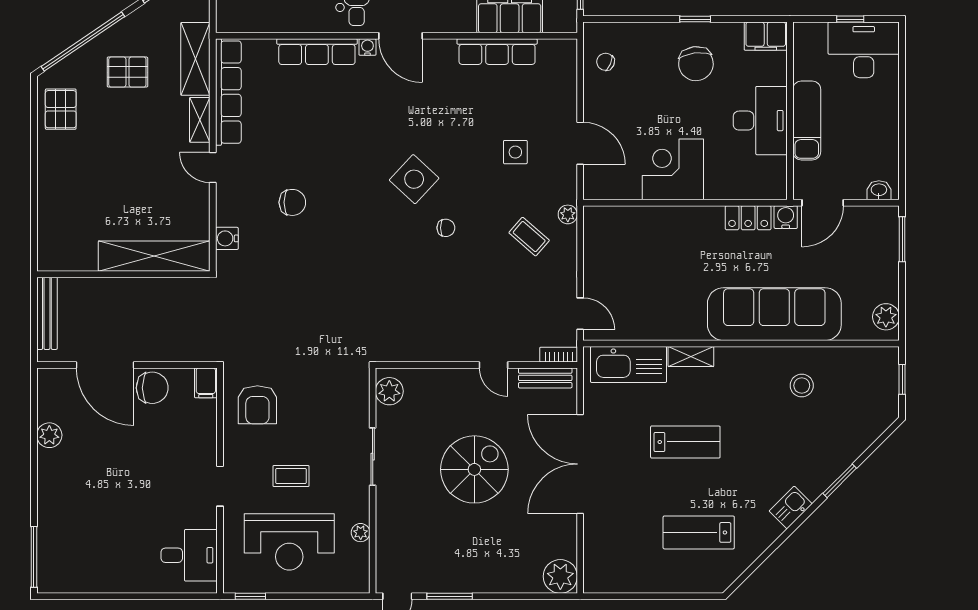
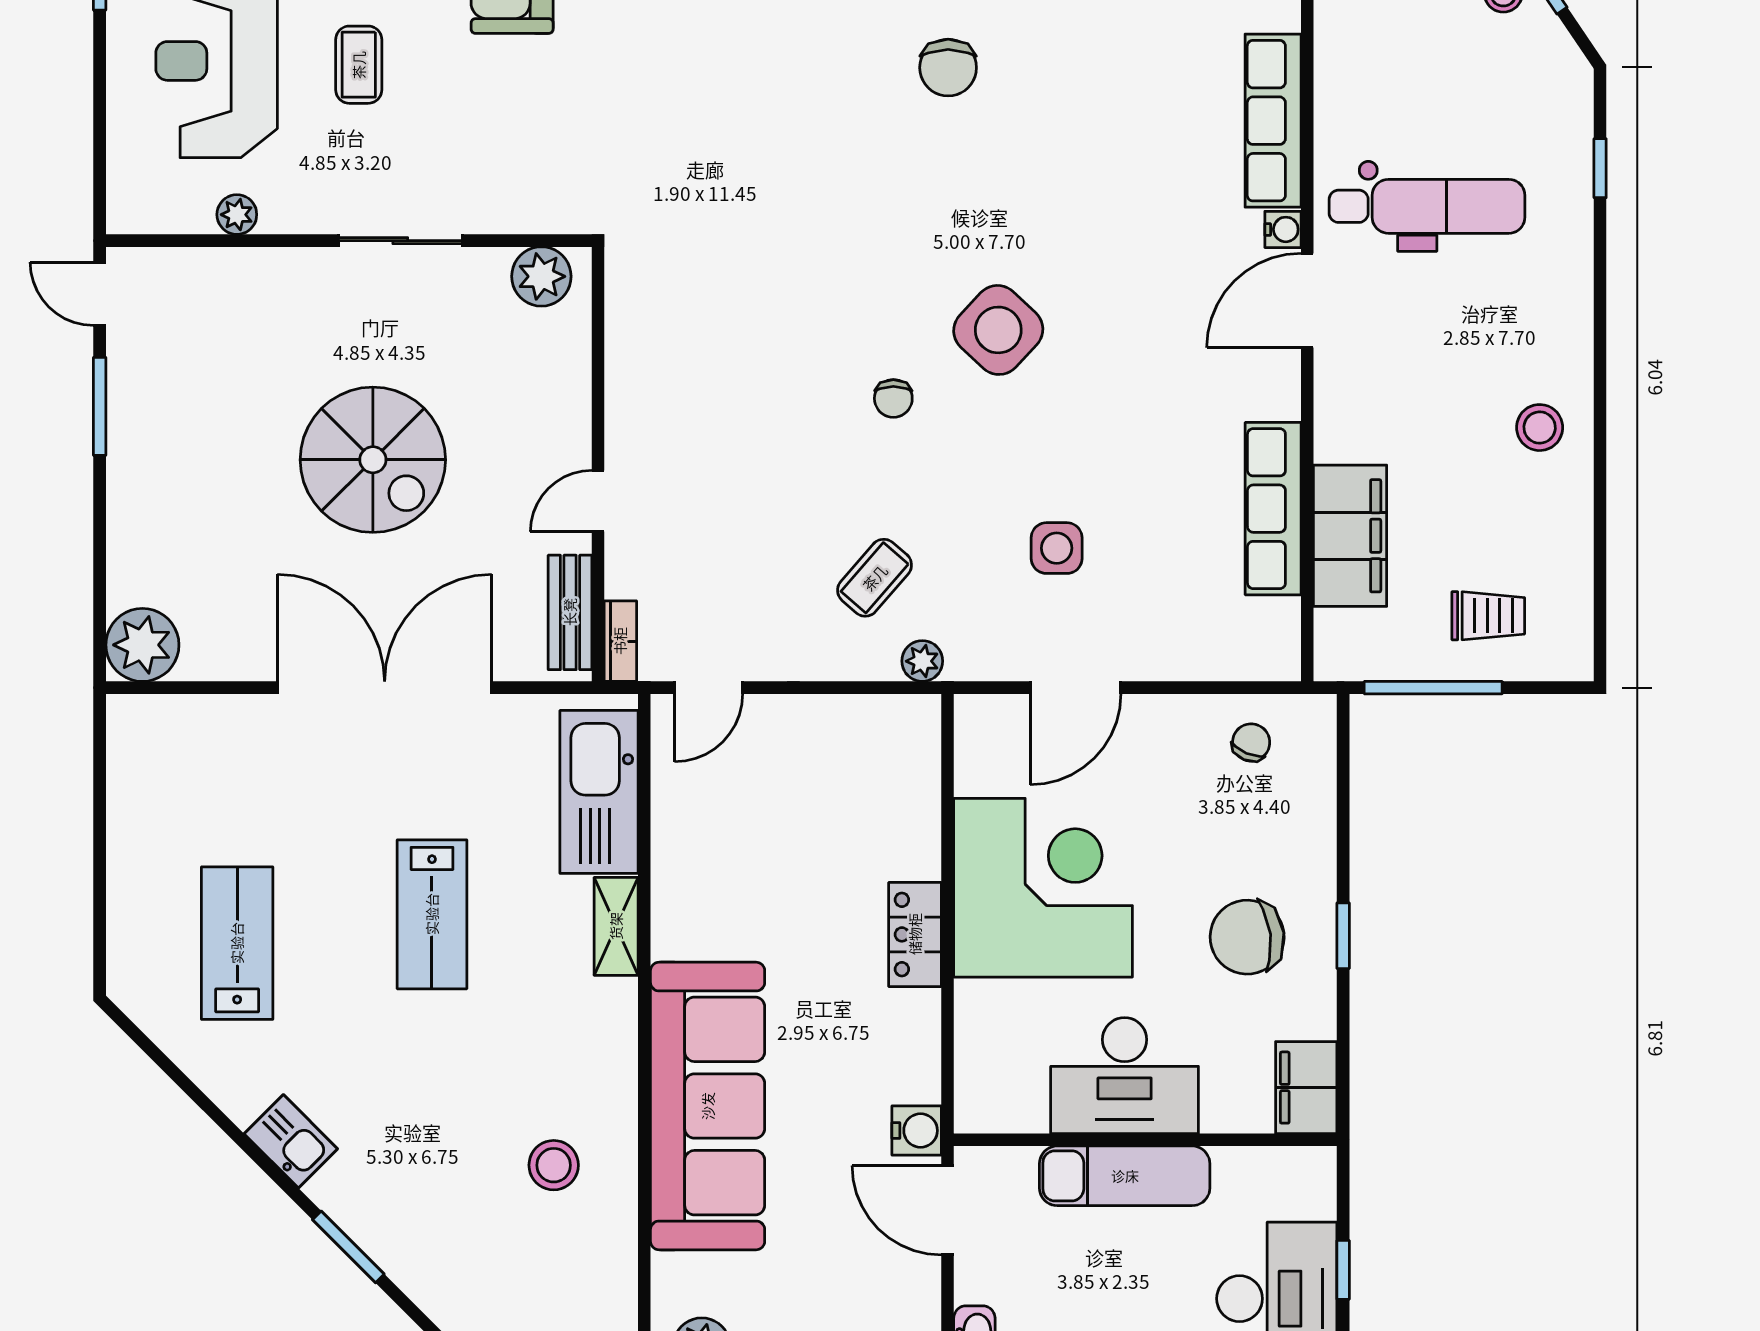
corner desk: (673, 169) -> (1043, 888), width x1.36, depth x1.36
locker: (748, 218) -> (915, 934), moved

